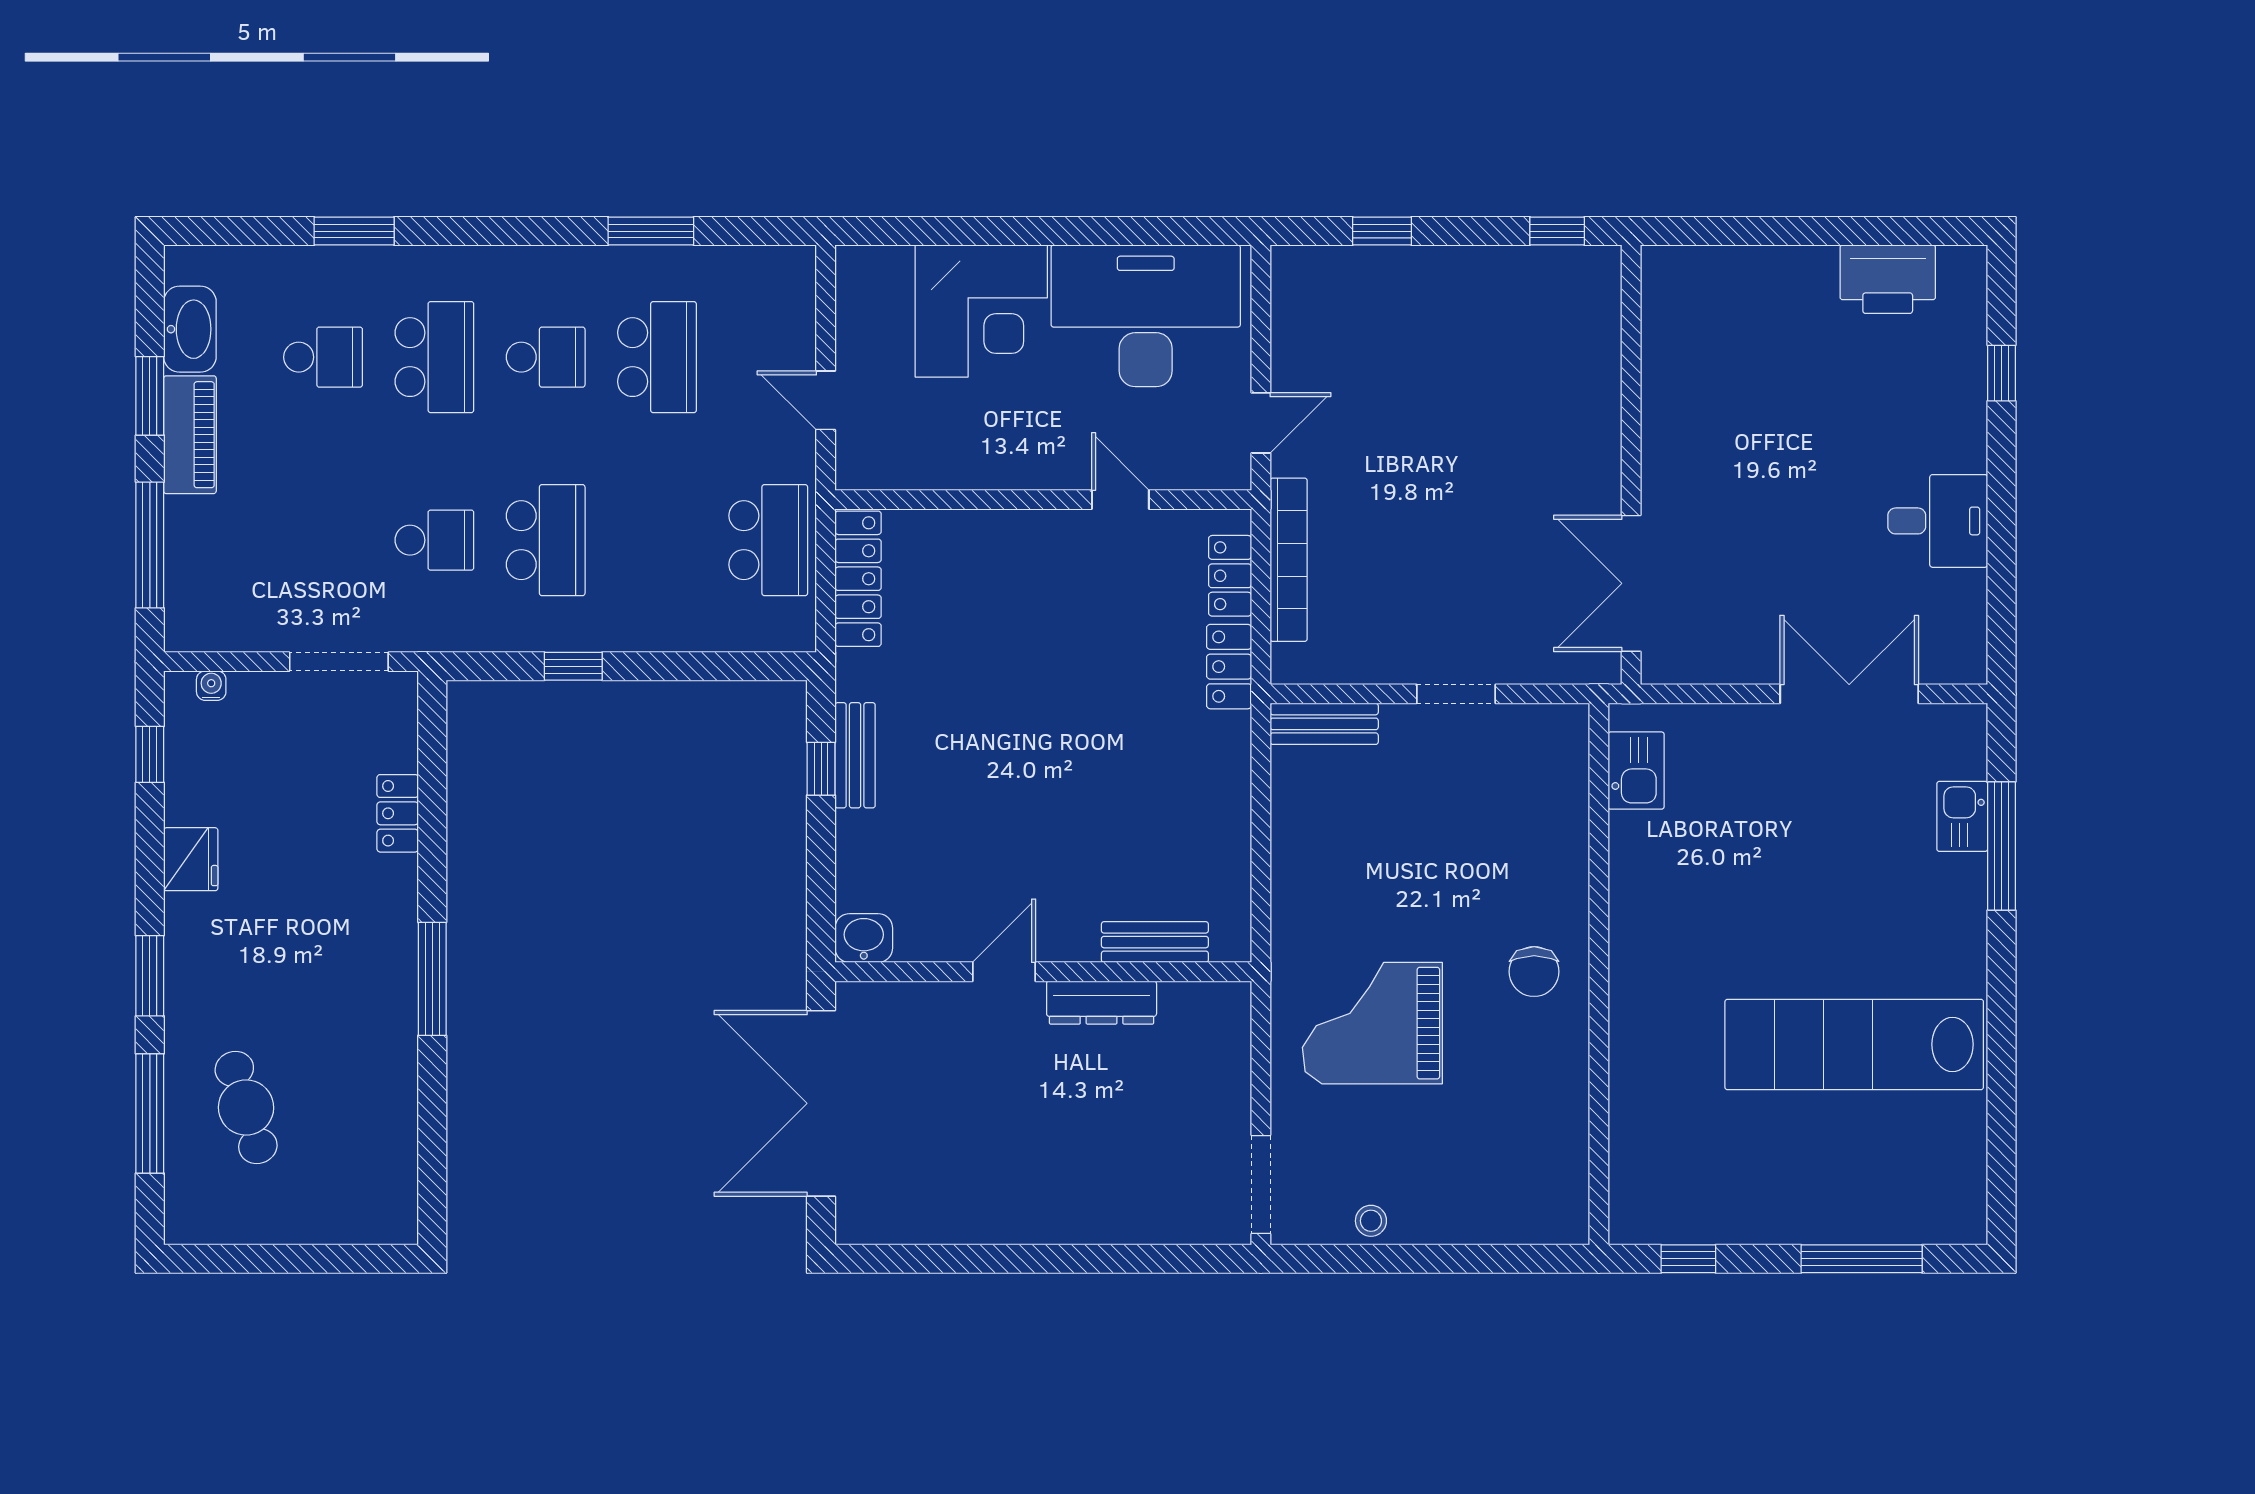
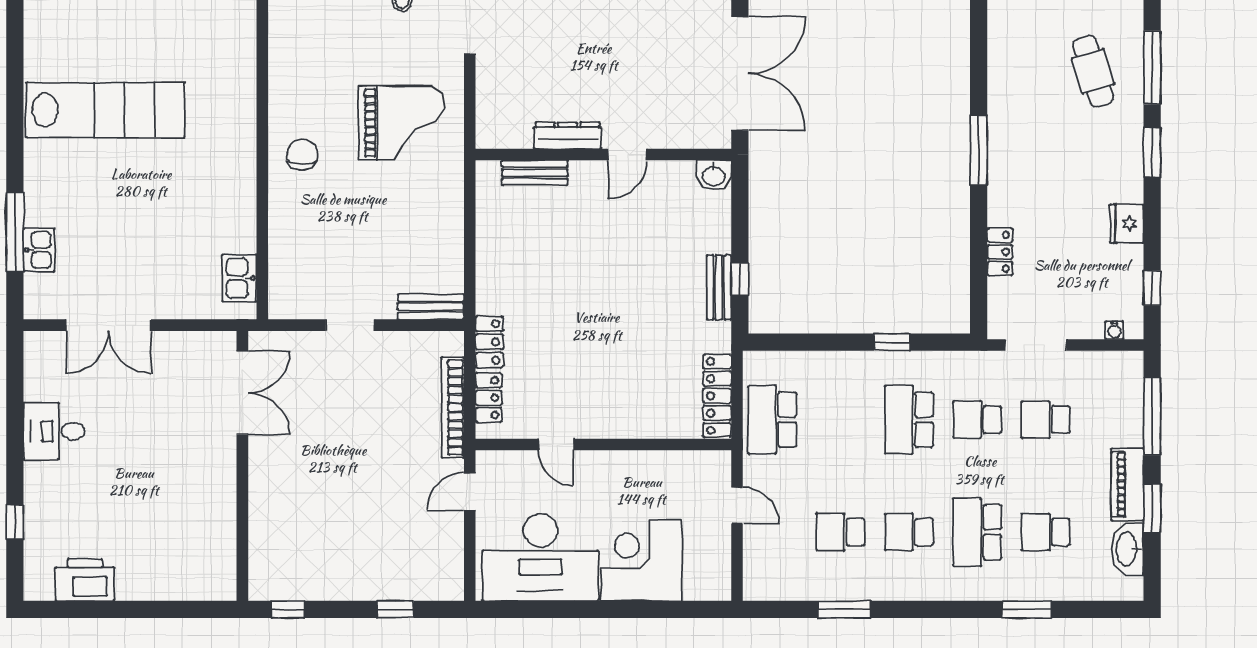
school desk: (657, 357) -> (841, 532), width x0.54
school desk: (323, 540) -> (1046, 420), added

